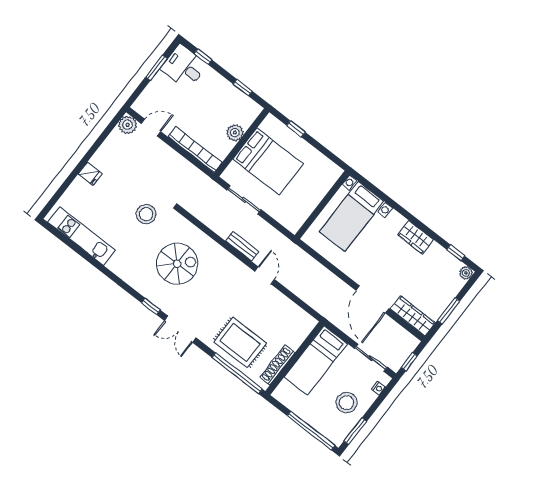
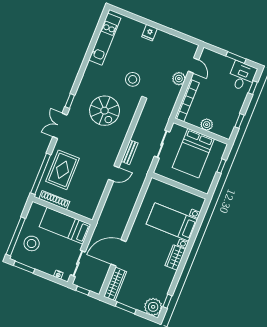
plant: (128, 125) -> (179, 79), moved
wall: (322, 205) -> (179, 186), moved
wardrobe: (416, 237) -> (175, 257), moved
plant: (466, 273) -> (153, 307), width x1.88, depth x1.88
stool: (347, 403) -> (32, 243), moved

